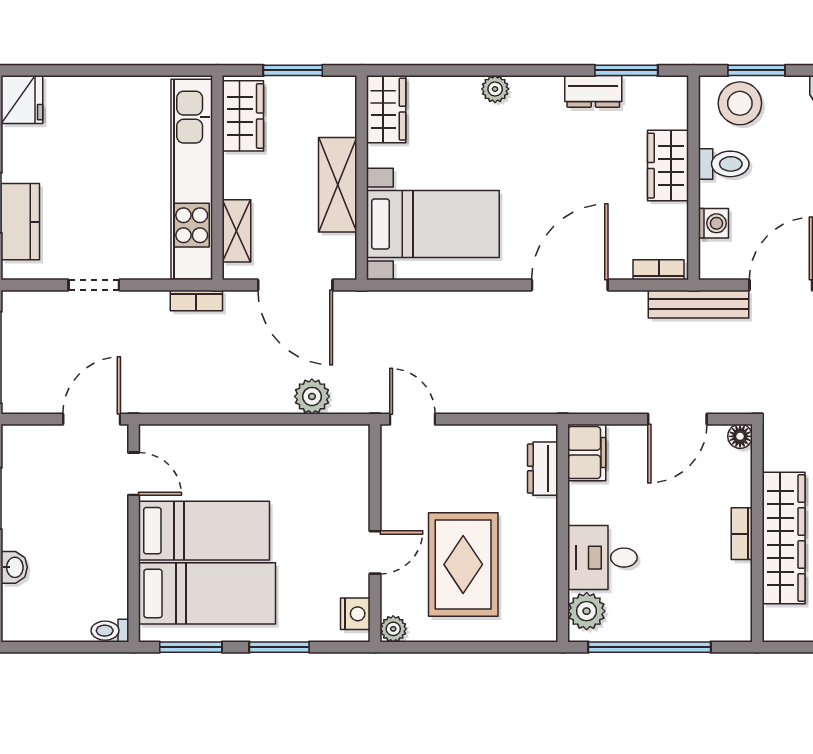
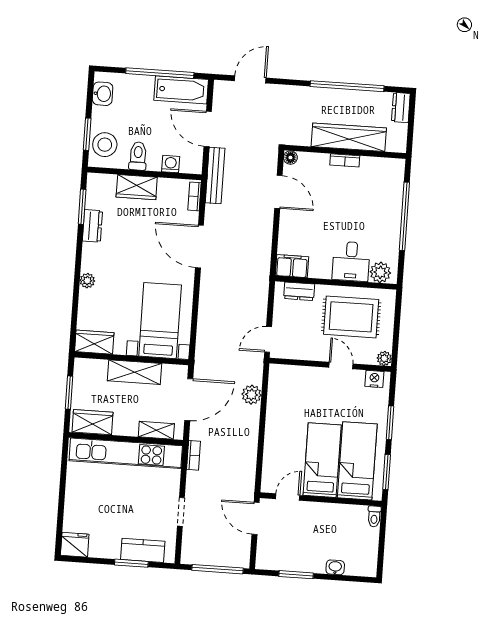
filing cabinet: (587, 453) -> (292, 266), moved
dresser: (543, 469) -> (299, 291), moved
wall: (563, 533) -> (336, 283), moved
desk: (602, 558) -> (351, 261), moved
plant: (587, 611) -> (380, 272), moved

